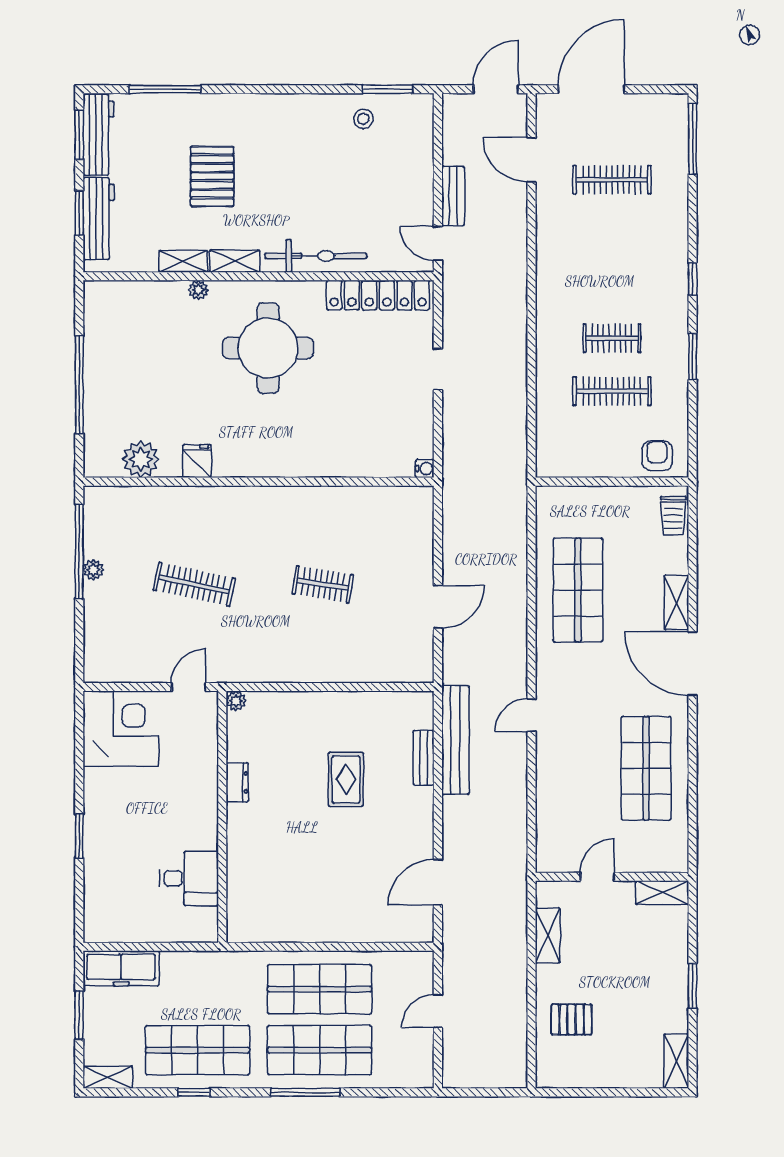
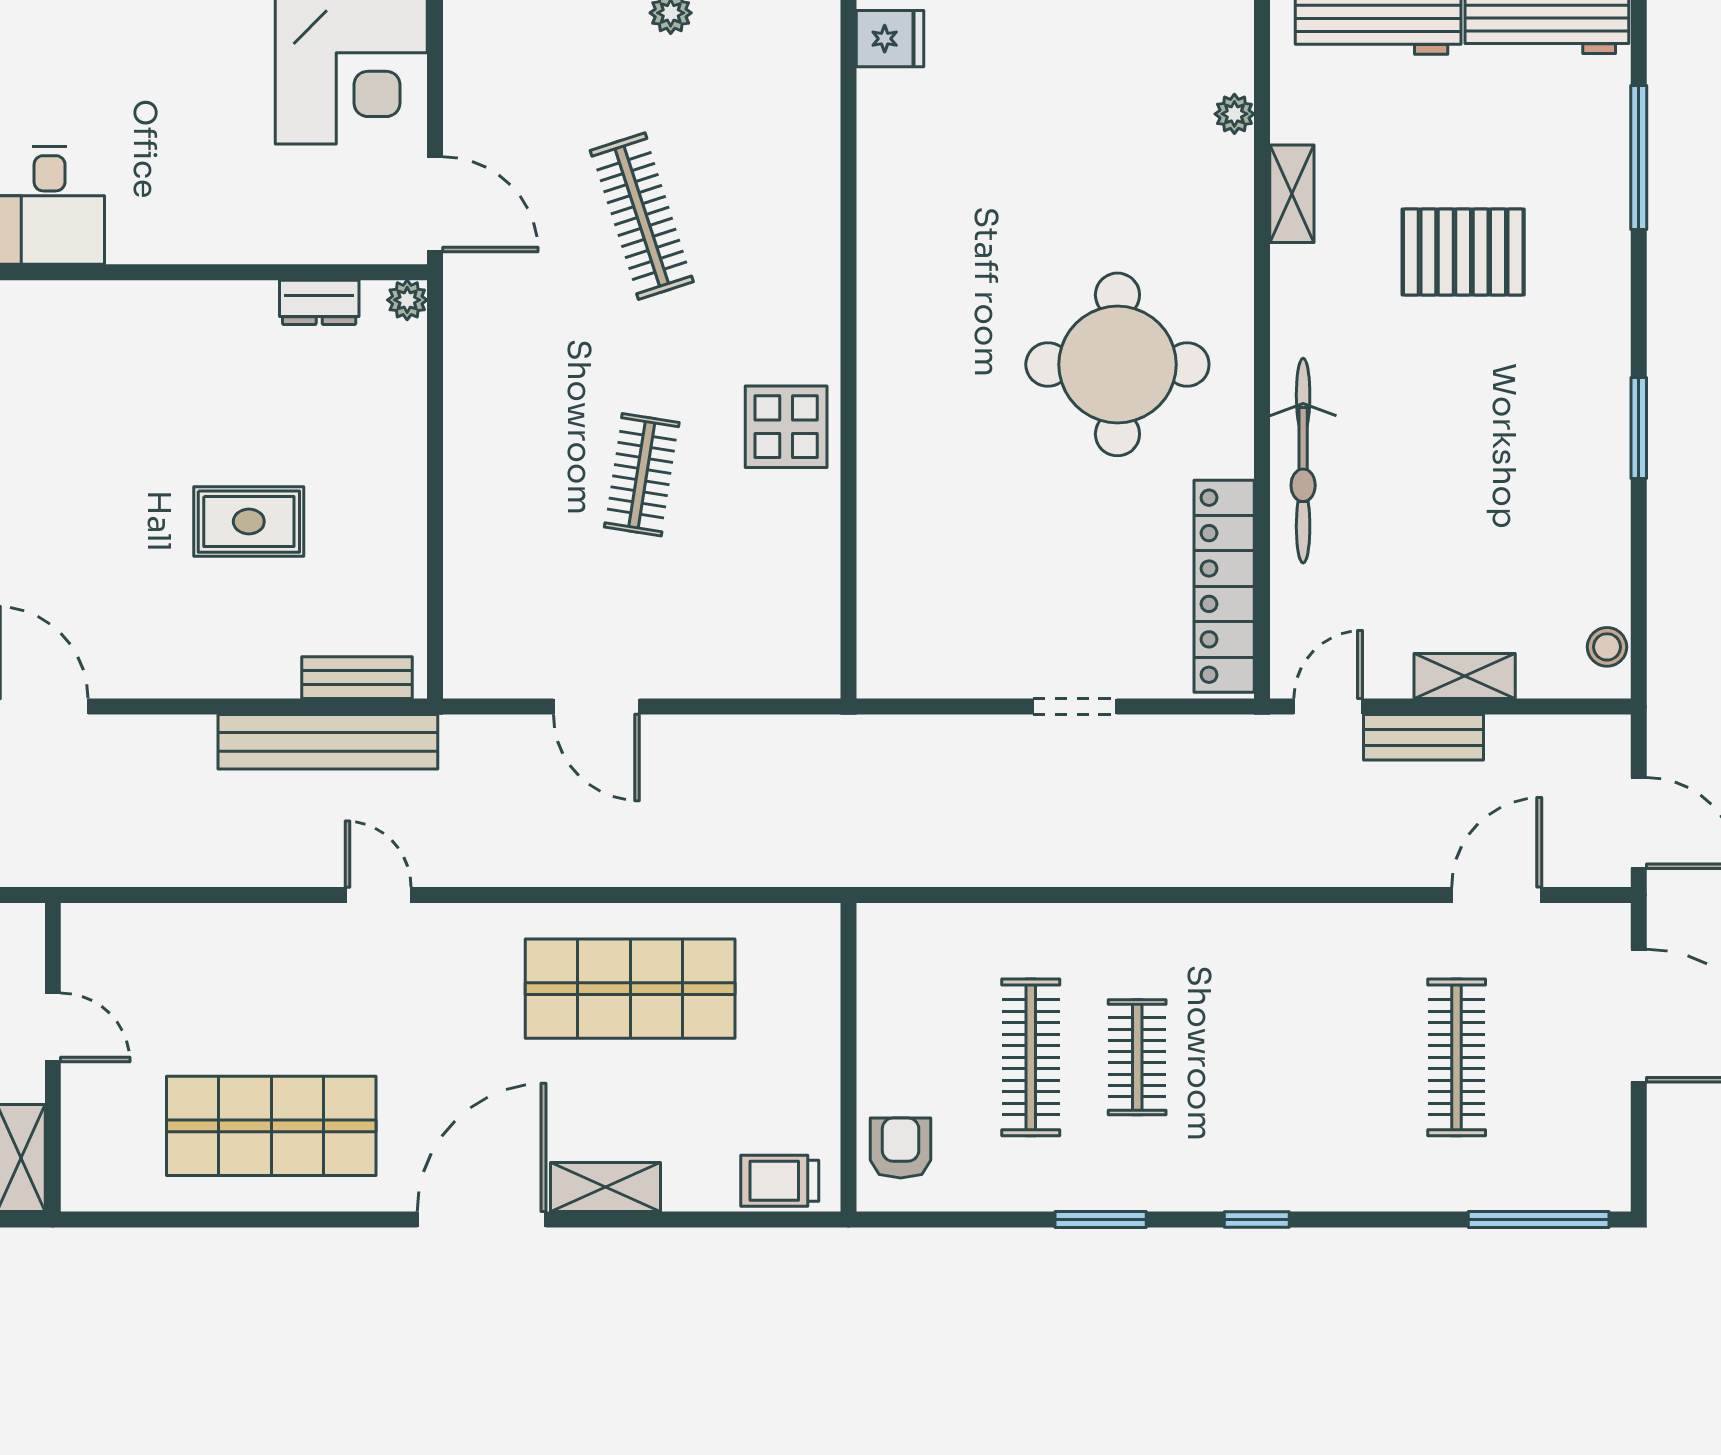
window: (388, 89) -> (1639, 428), moved
stool: (363, 119) -> (1607, 647), moved
shelving: (235, 261) -> (1465, 676), moved, turned 90
plant: (198, 290) -> (1234, 114), moved
armchair: (657, 456) -> (901, 1148), turned -90
plant: (141, 459) -> (894, 108), removed
fridge: (197, 461) -> (890, 39), moved
water cooler: (425, 469) -> (875, 680), removed
display table: (299, 513) -> (786, 427), added
clothes rail: (194, 584) -> (642, 216), turned -30
door: (188, 687) -> (435, 204), width x1.38
bench: (424, 758) -> (357, 678), moved
dresser: (237, 782) -> (319, 302), moved

